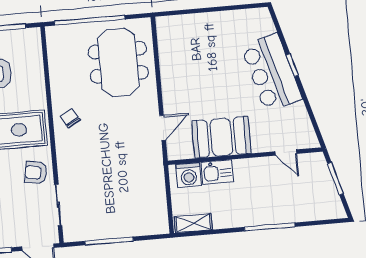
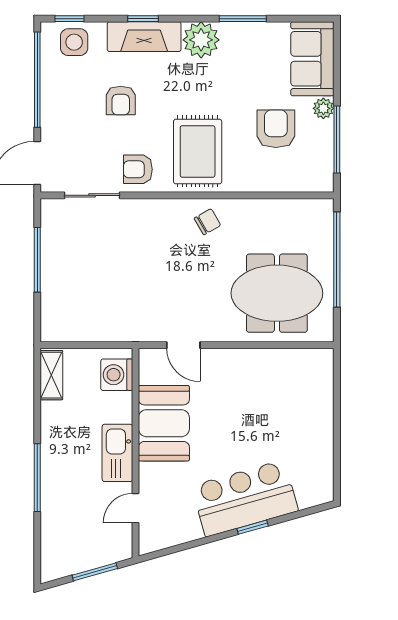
kitchen sink: (217, 172) -> (117, 453), moved, width x1.38
armchair: (36, 173) -> (138, 169), turned -100

